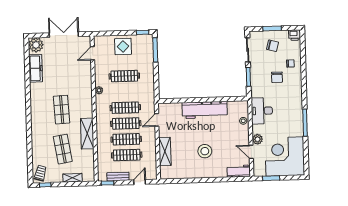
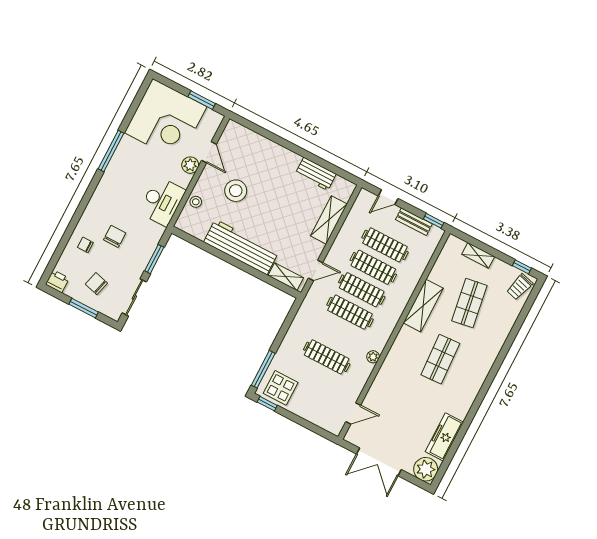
display table: (123, 46) -> (281, 388), moved
shelving: (171, 107) -> (286, 277), added
stool: (205, 151) -> (236, 191), moved
workbench: (239, 171) -> (316, 174), moved

